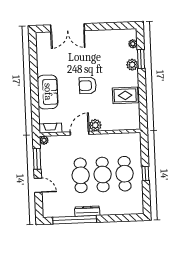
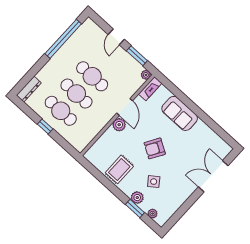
side table: (111, 64) -> (154, 182), added
armchair: (88, 85) -> (155, 148), turned -149
door: (38, 185) -> (116, 37), hinge flipped
dresser: (87, 211) -> (29, 89), moved

